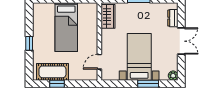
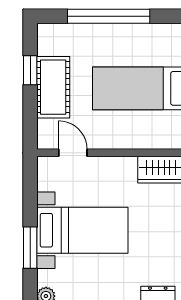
window: (29, 43) -> (109, 16), width x3.17
cot: (53, 72) -> (53, 87), moved

